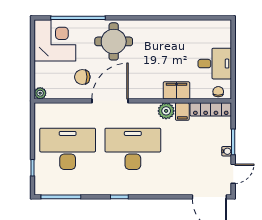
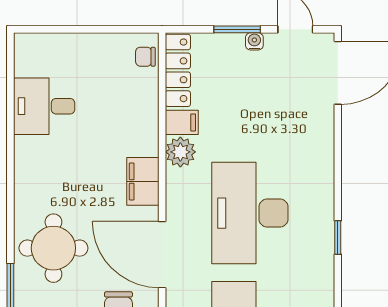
desk: (215, 64) -> (44, 106), moved, turned -90
filing cabinet: (176, 90) -> (143, 181), moved

